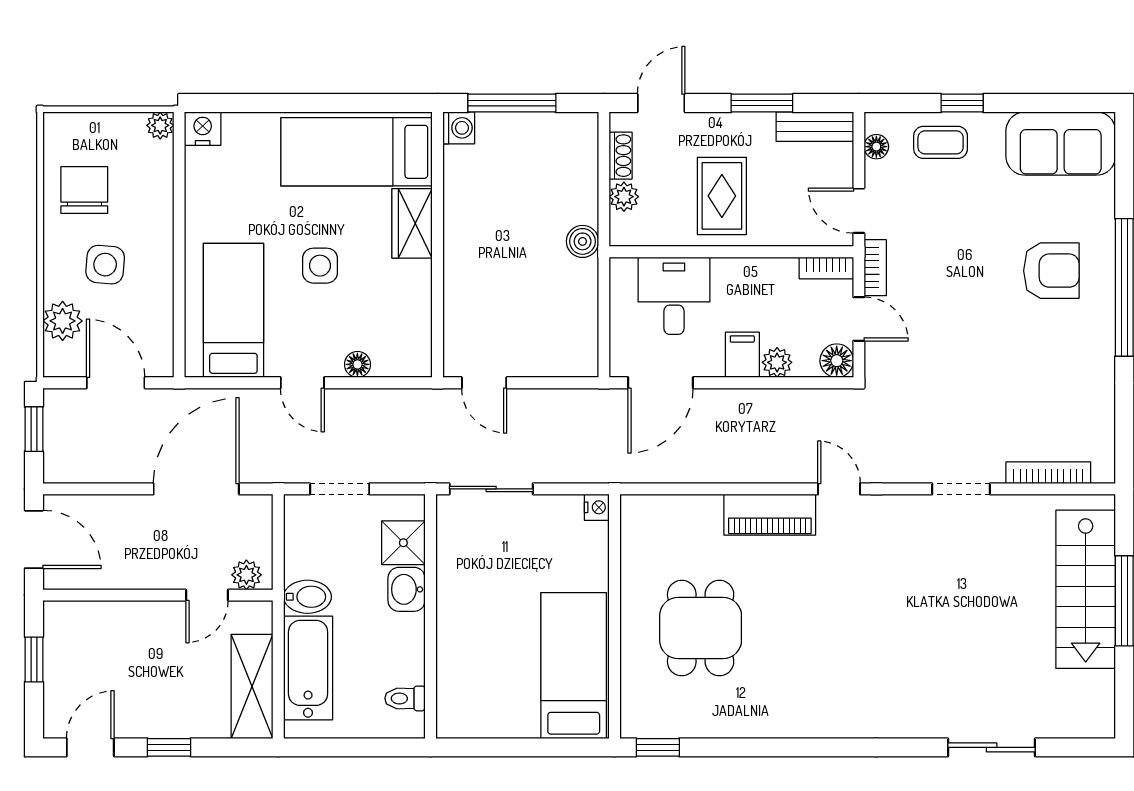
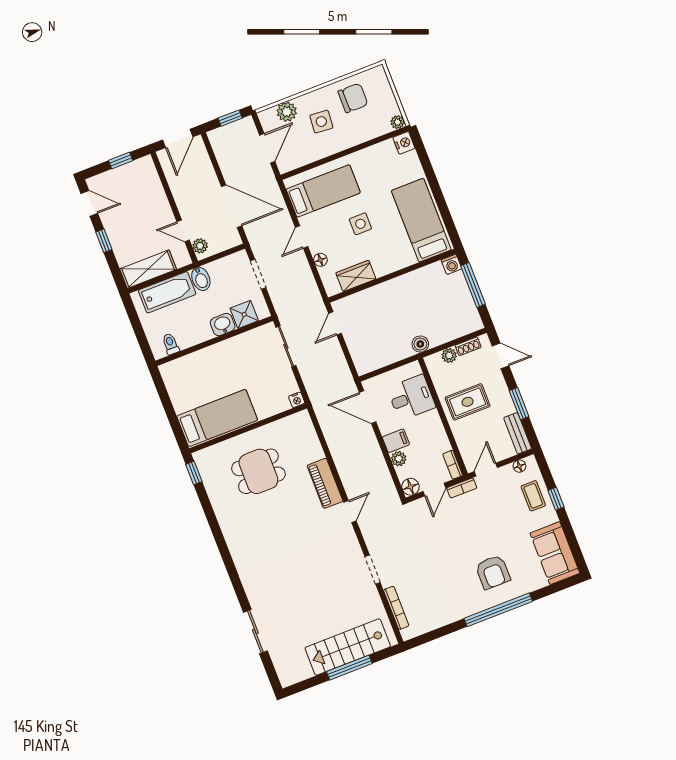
wardrobe: (412, 223) -> (356, 276), moved

